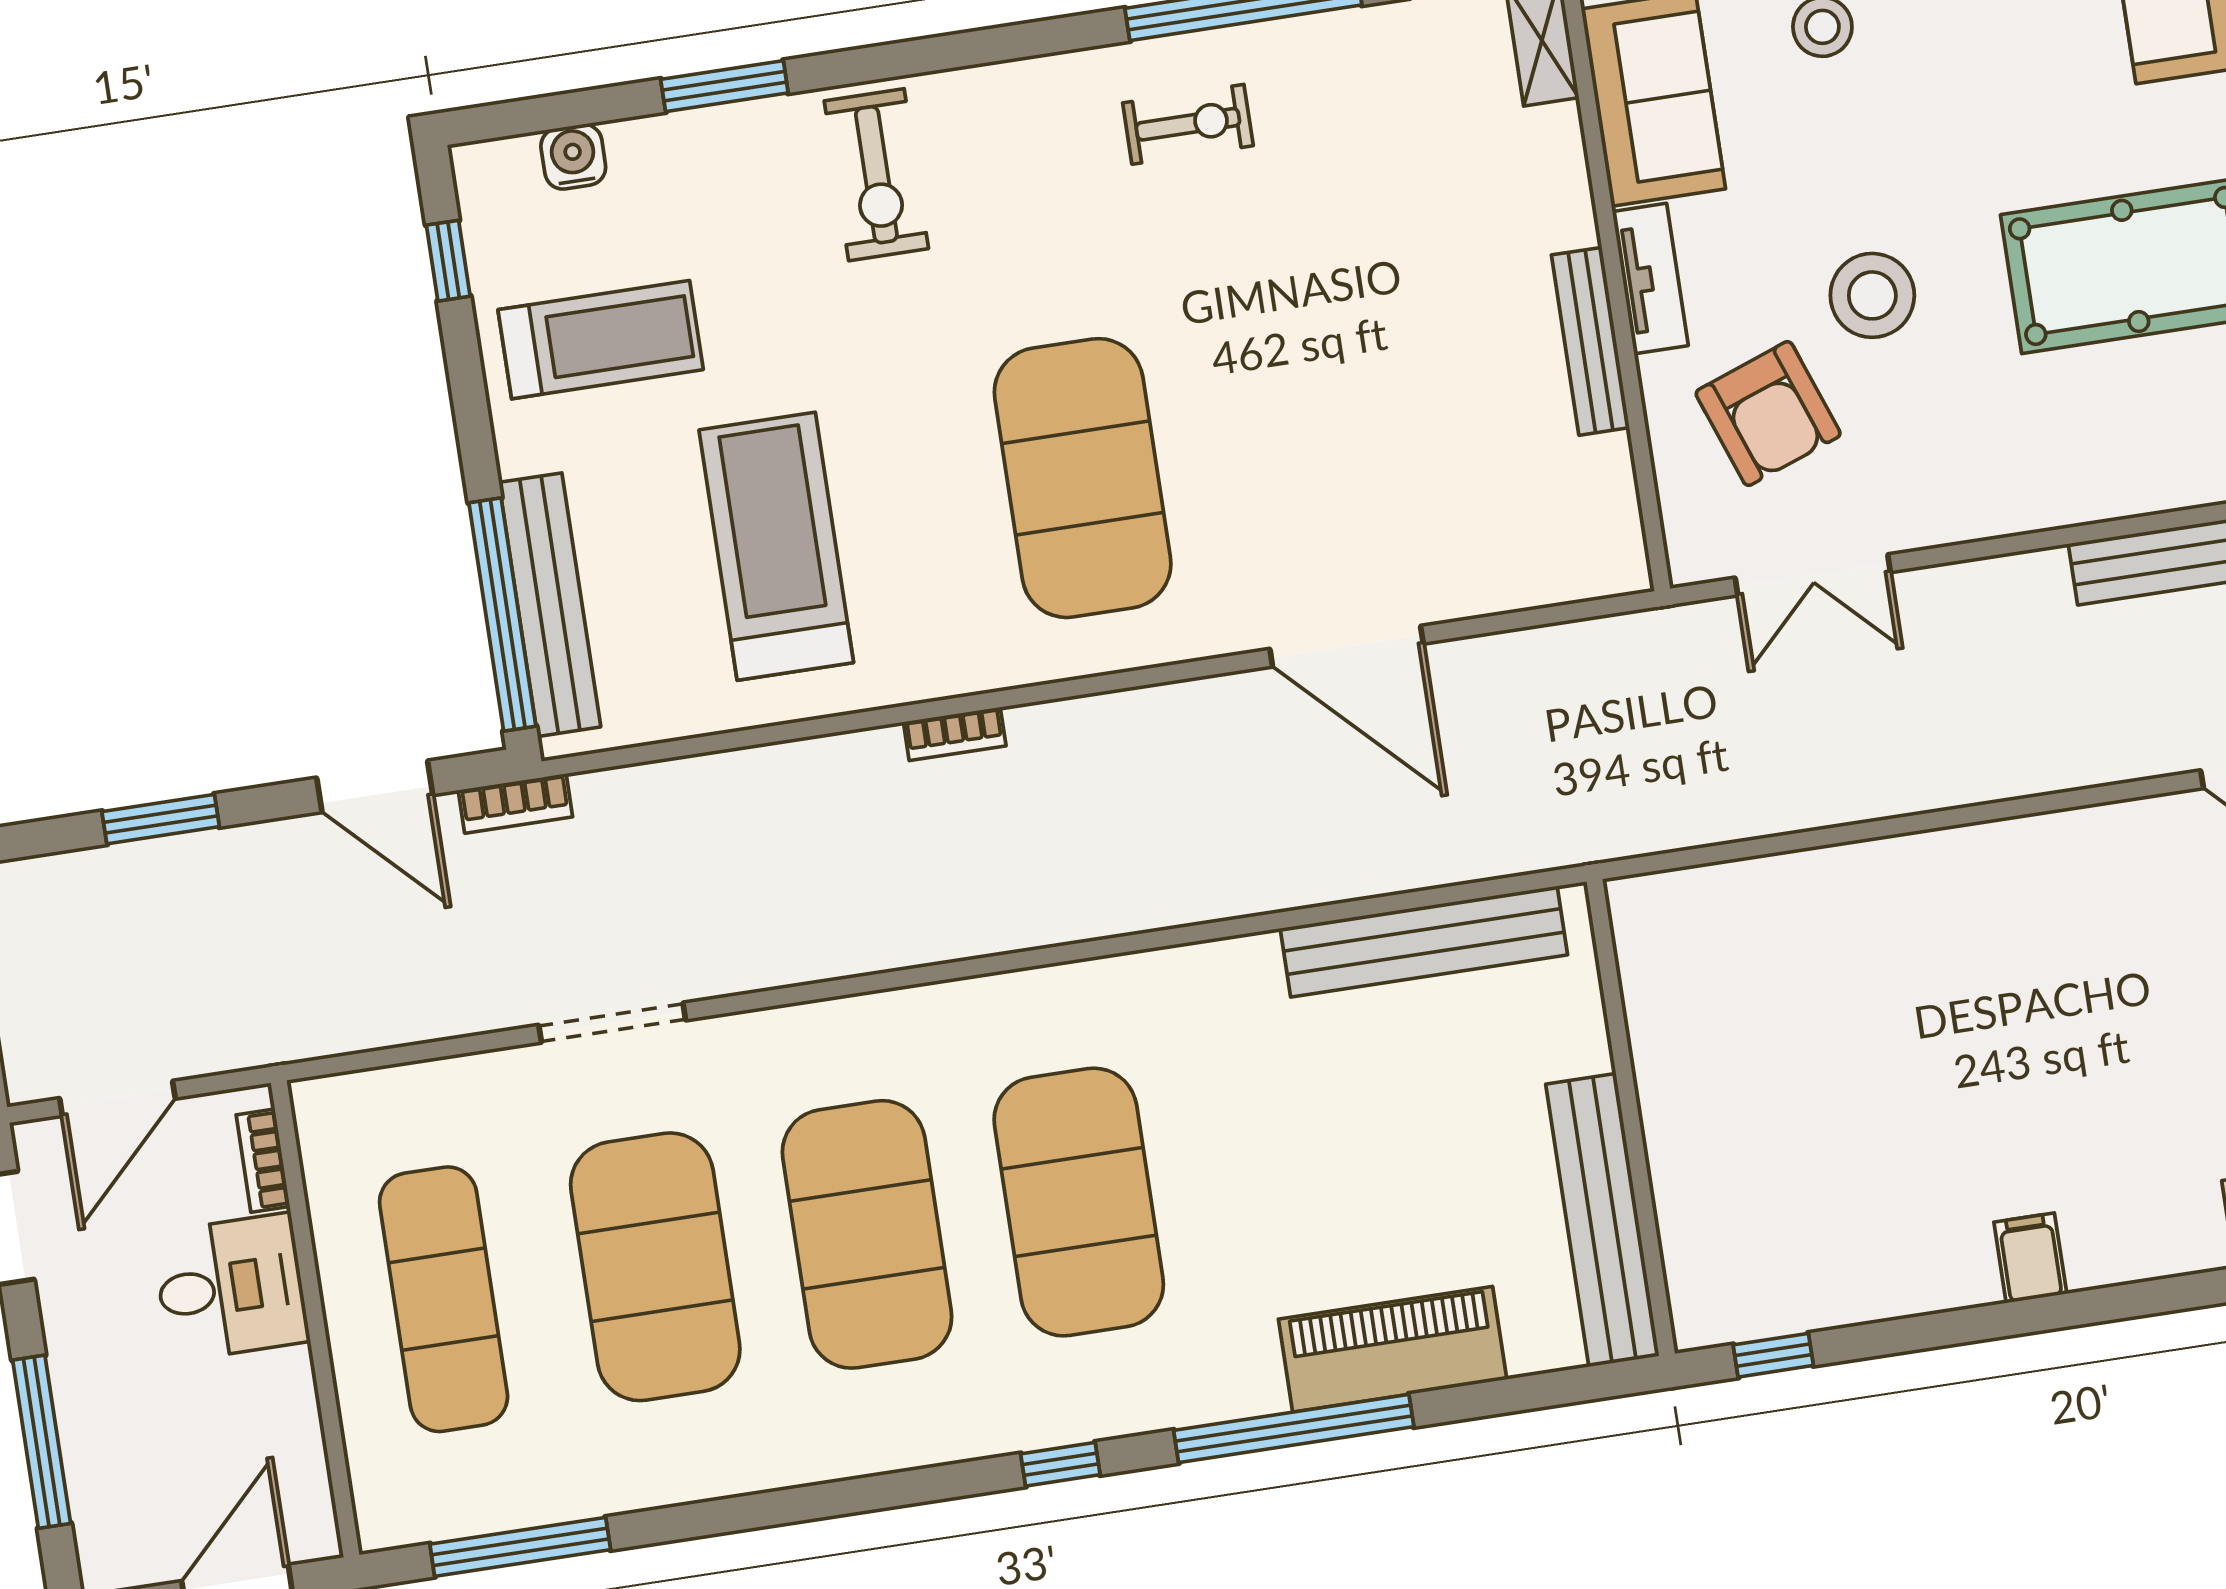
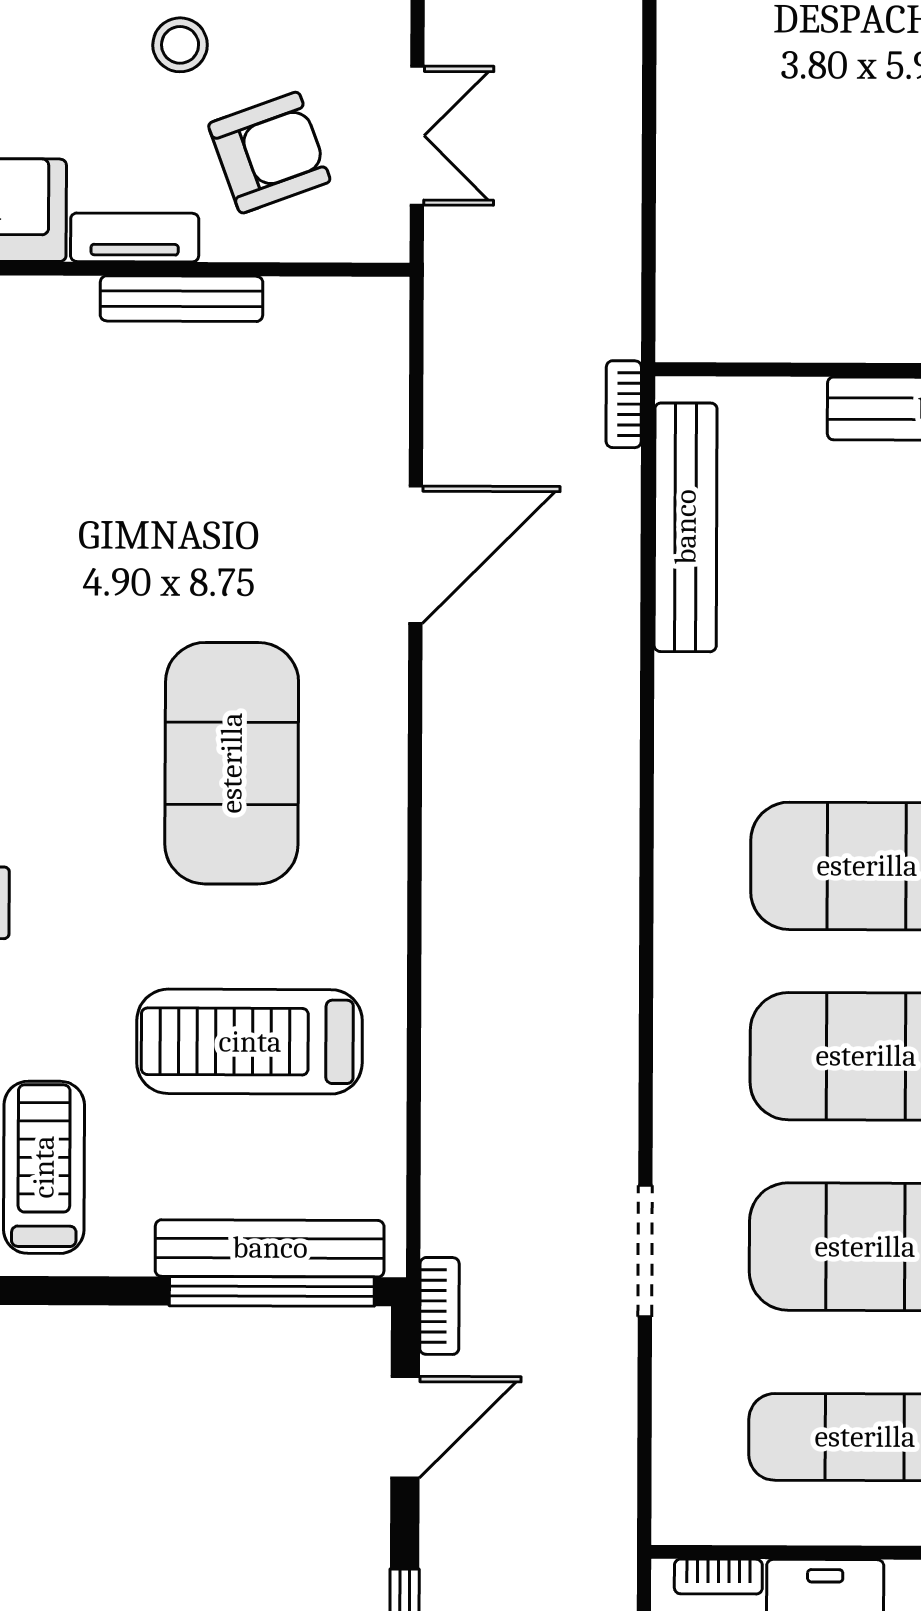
stool: (1872, 295) -> (180, 45), width x0.73, depth x0.73
exercise mat: (1083, 478) -> (232, 763), turned 90
bookcase: (955, 734) -> (624, 404), moved, turned 180

